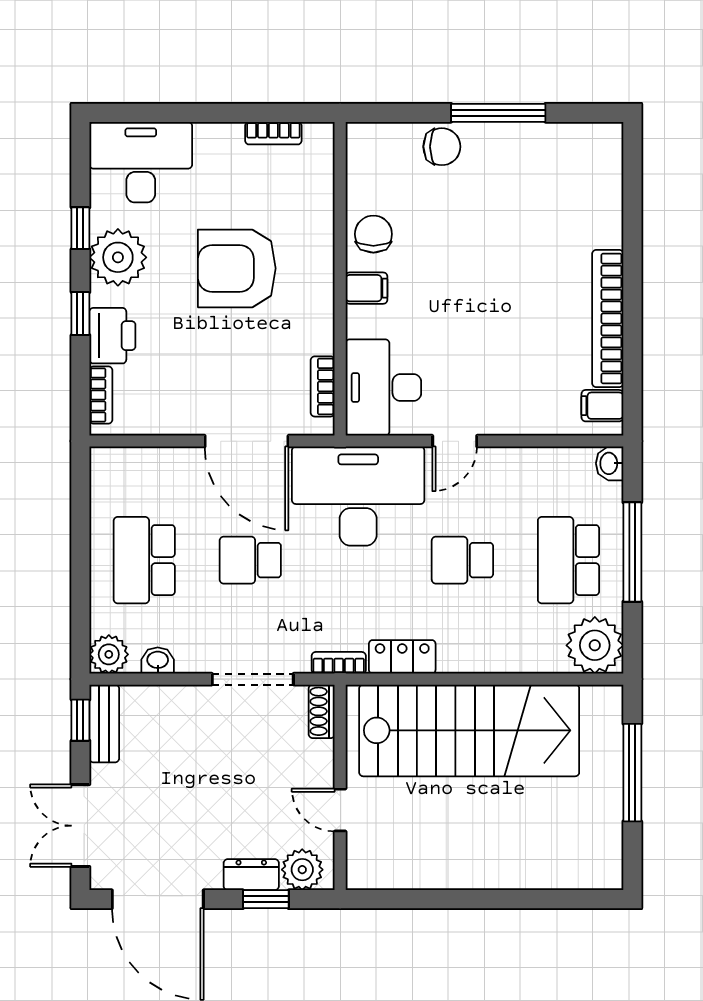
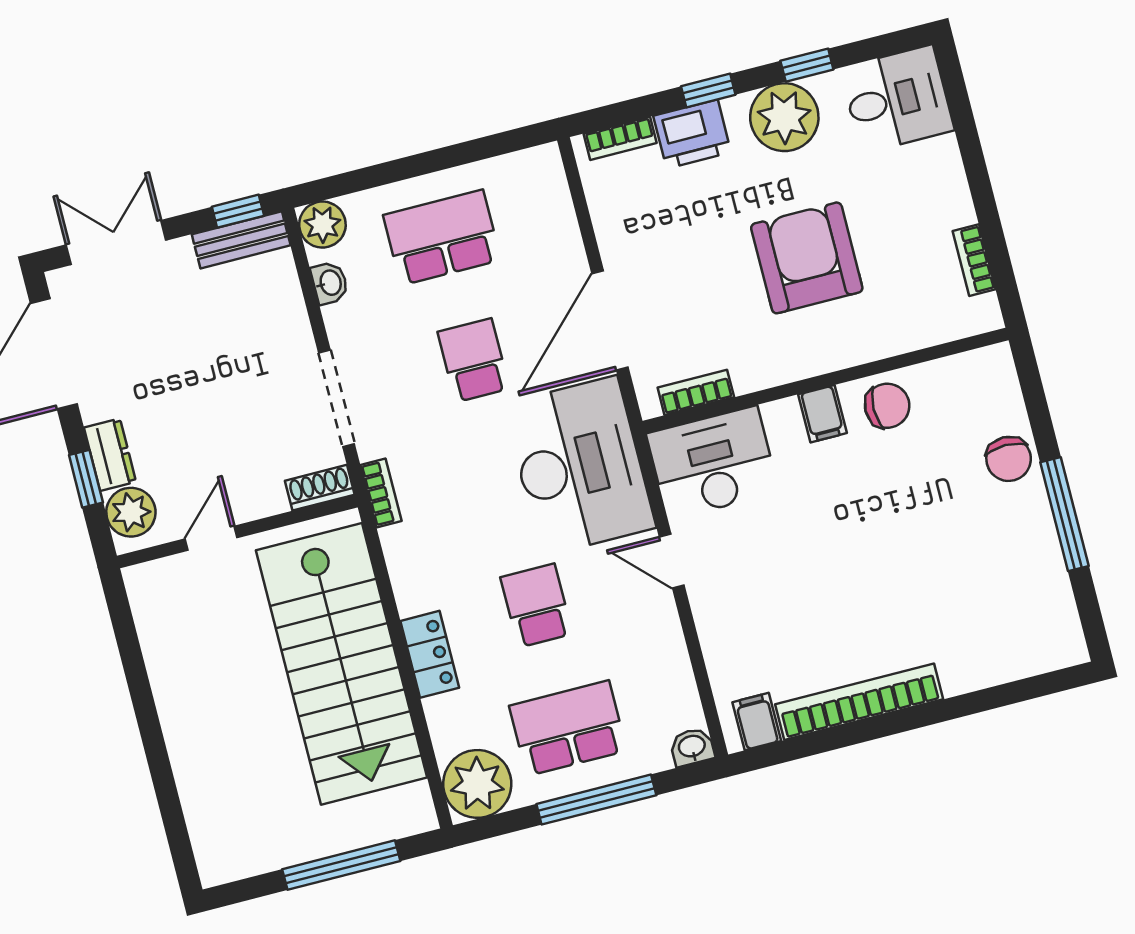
desk: (141, 162) -> (897, 99), width x0.73
locker: (402, 657) -> (430, 654), moved

